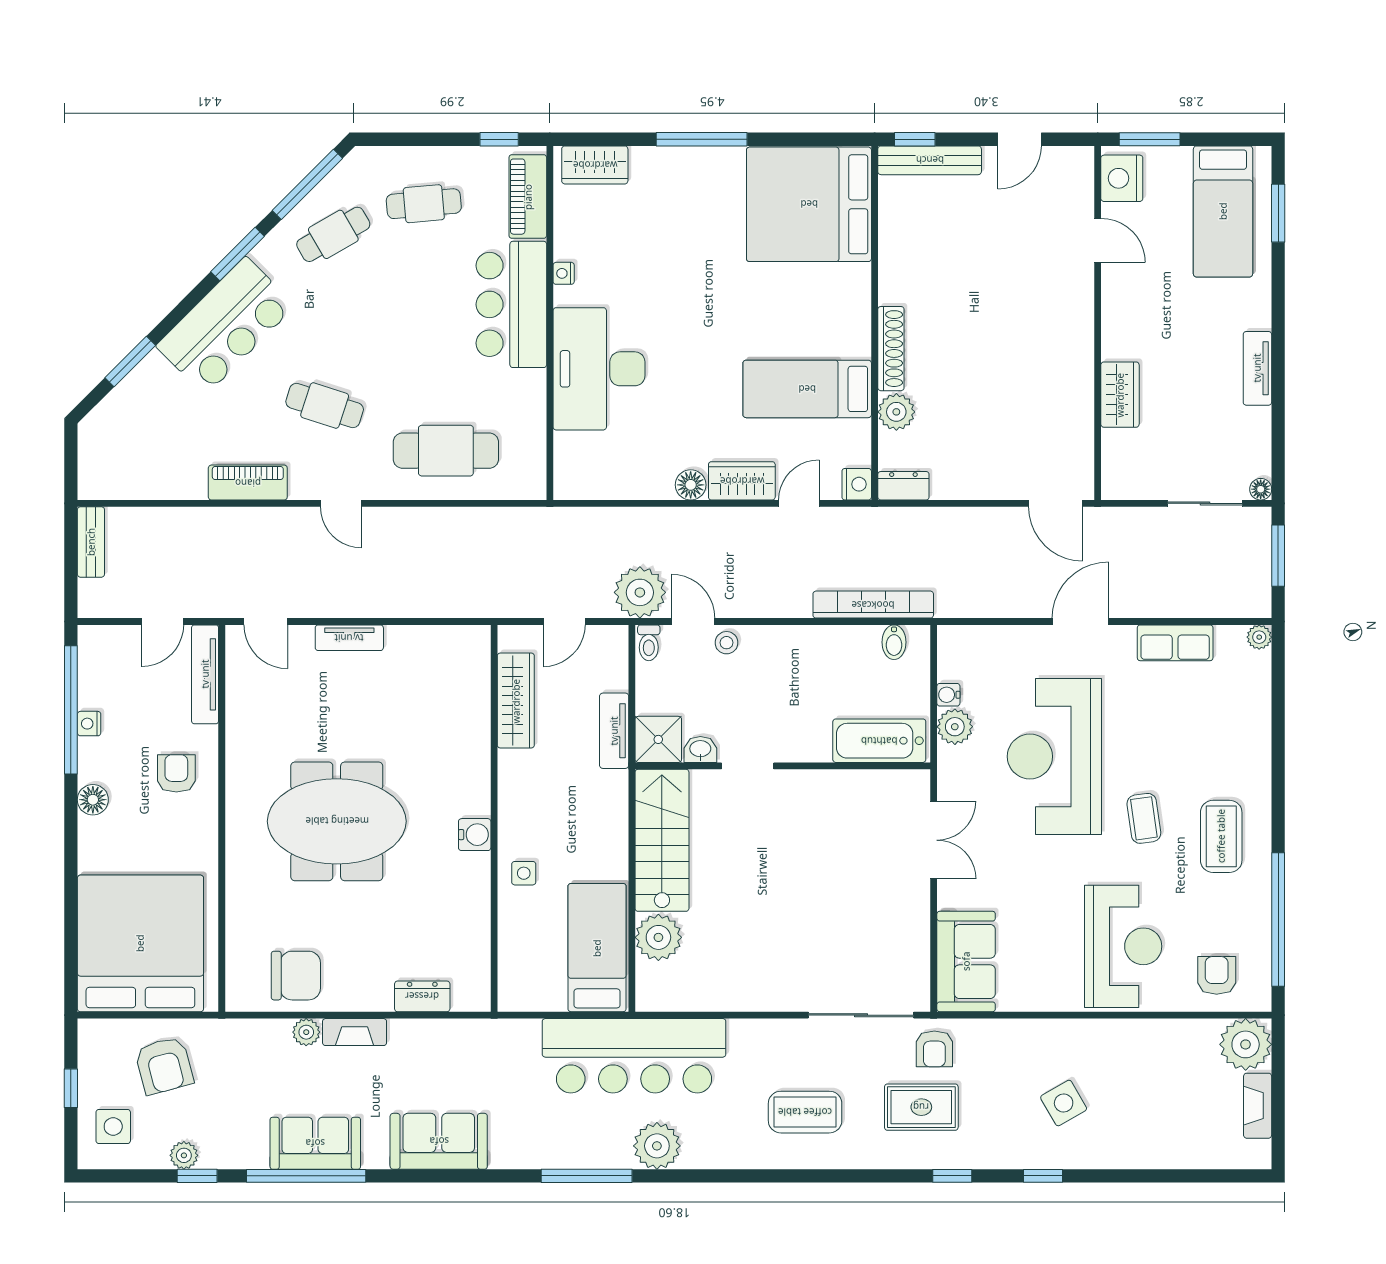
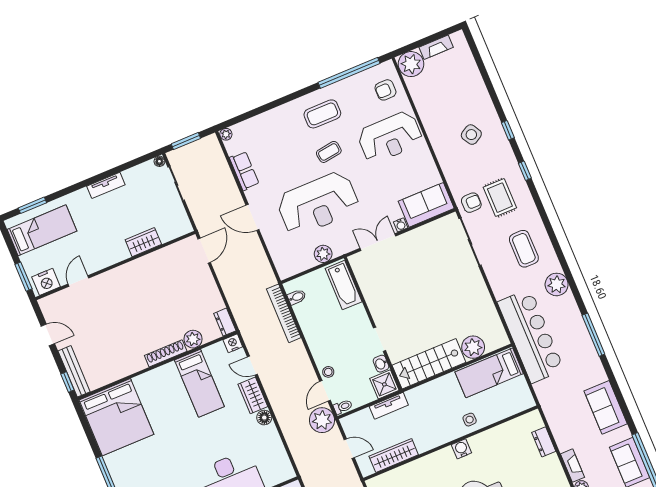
water cooler: (948, 695) -> (401, 225), moved
reception desk: (1123, 946) -> (390, 137), turned 180
plant: (657, 1146) -> (557, 284), moved

